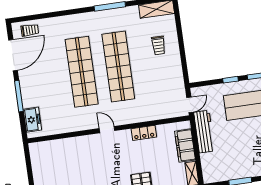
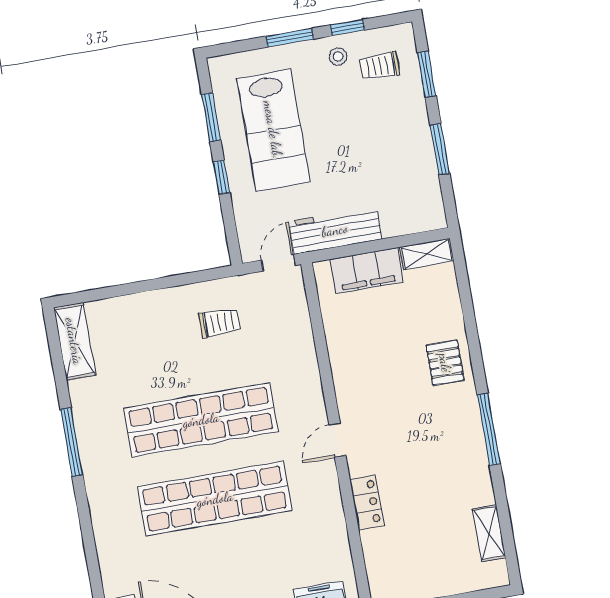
trolley: (159, 45) -> (220, 323), moved
door: (190, 105) -> (278, 263), hinge flipped
locker: (144, 133) -> (367, 502), moved

